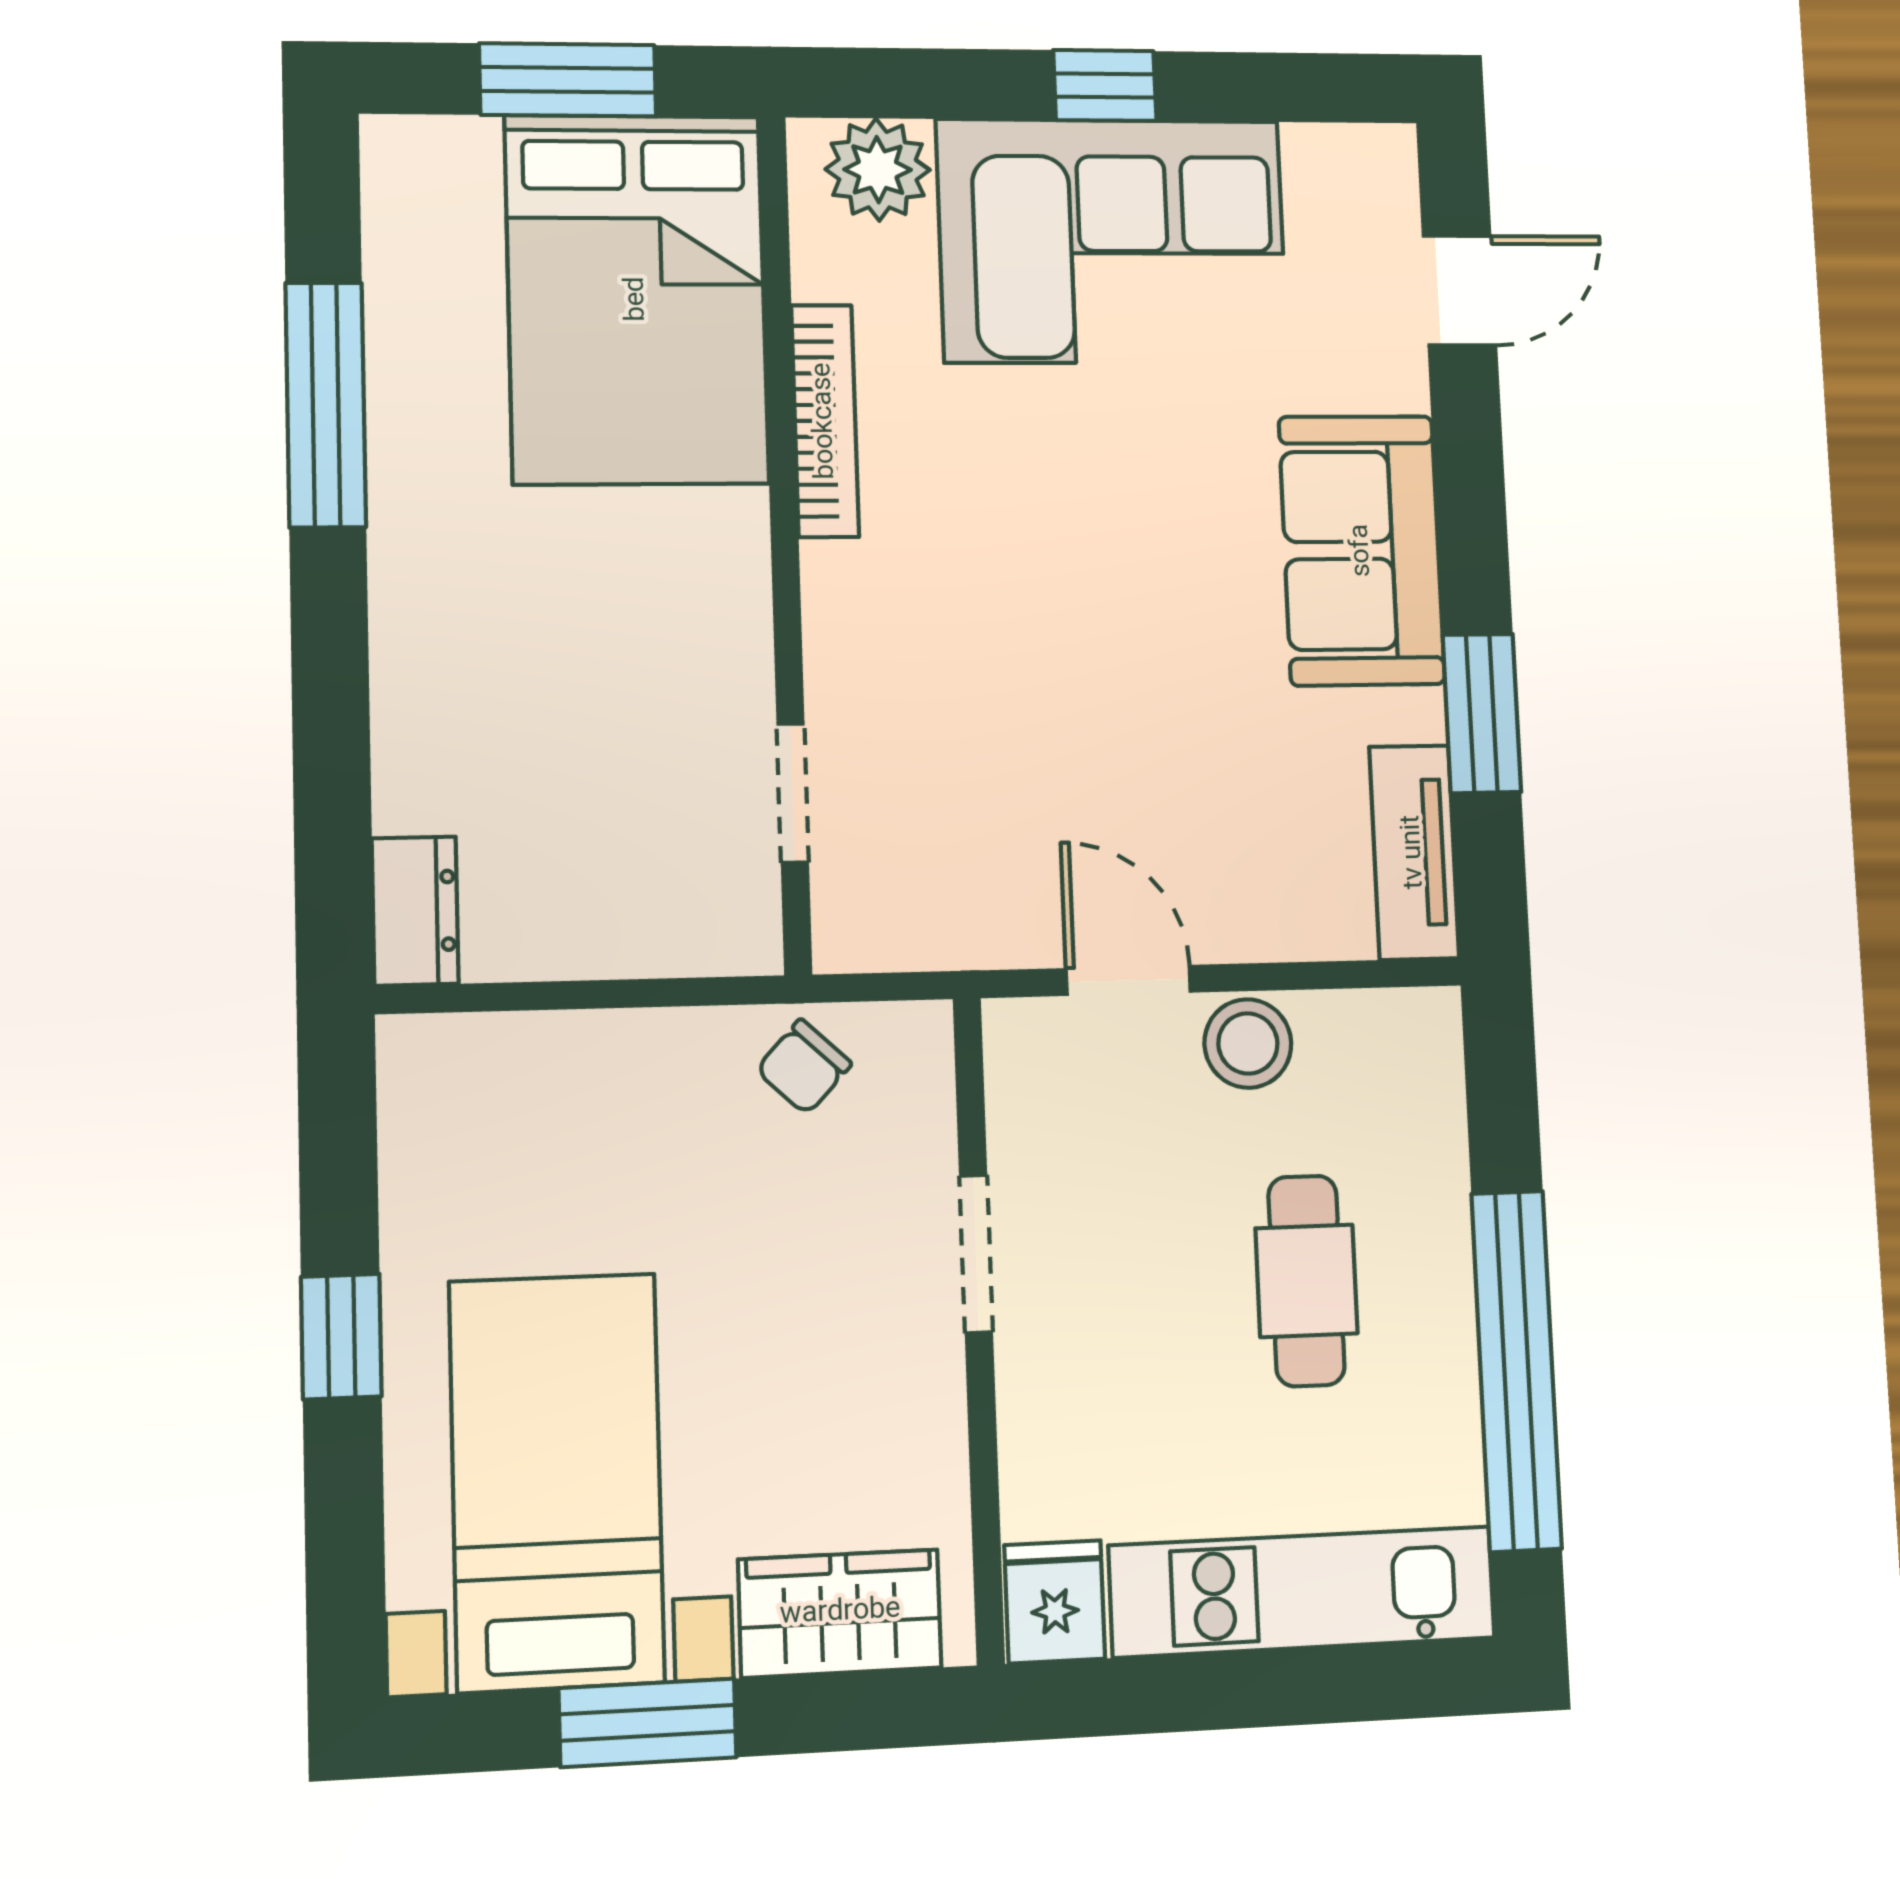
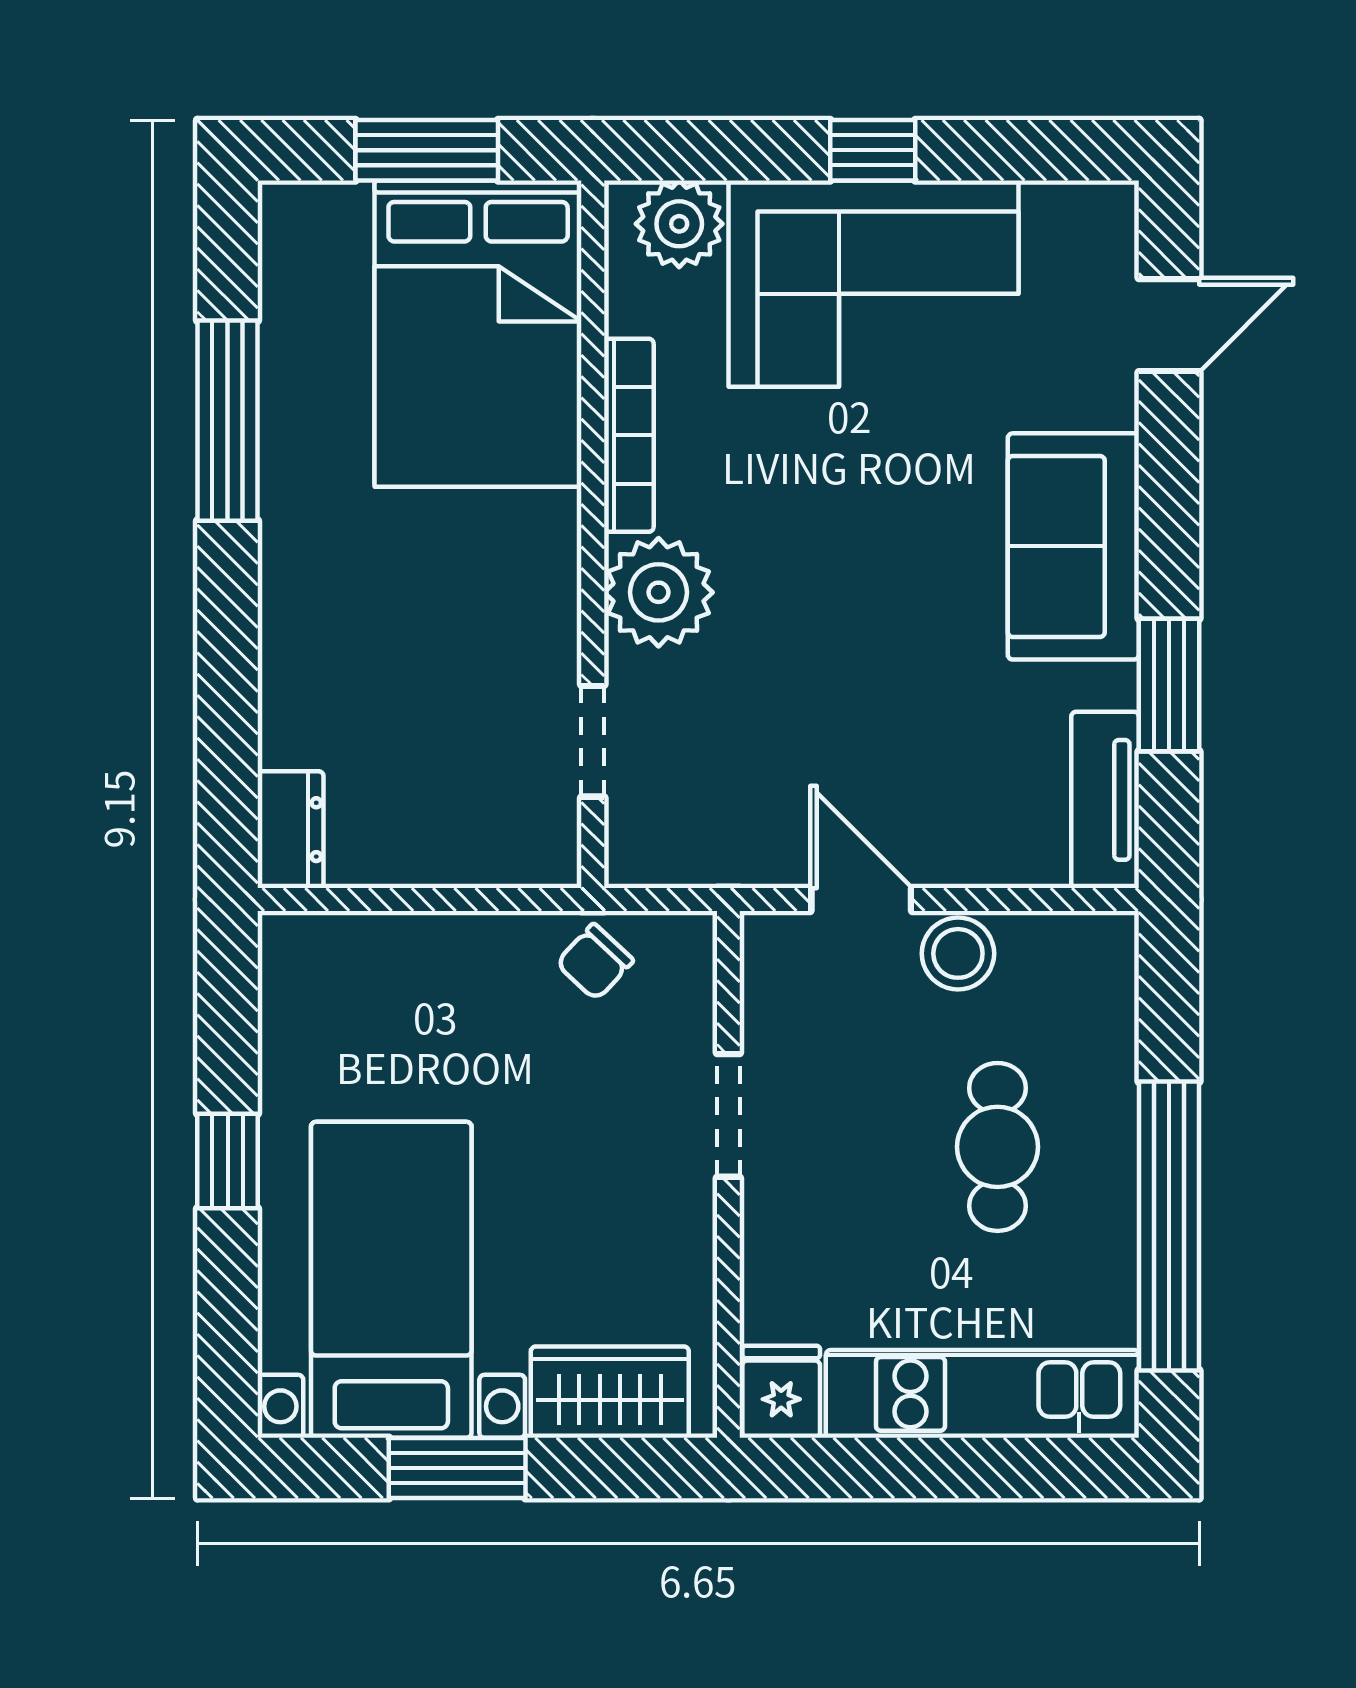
plant: (868, 610) -> (659, 592), added

